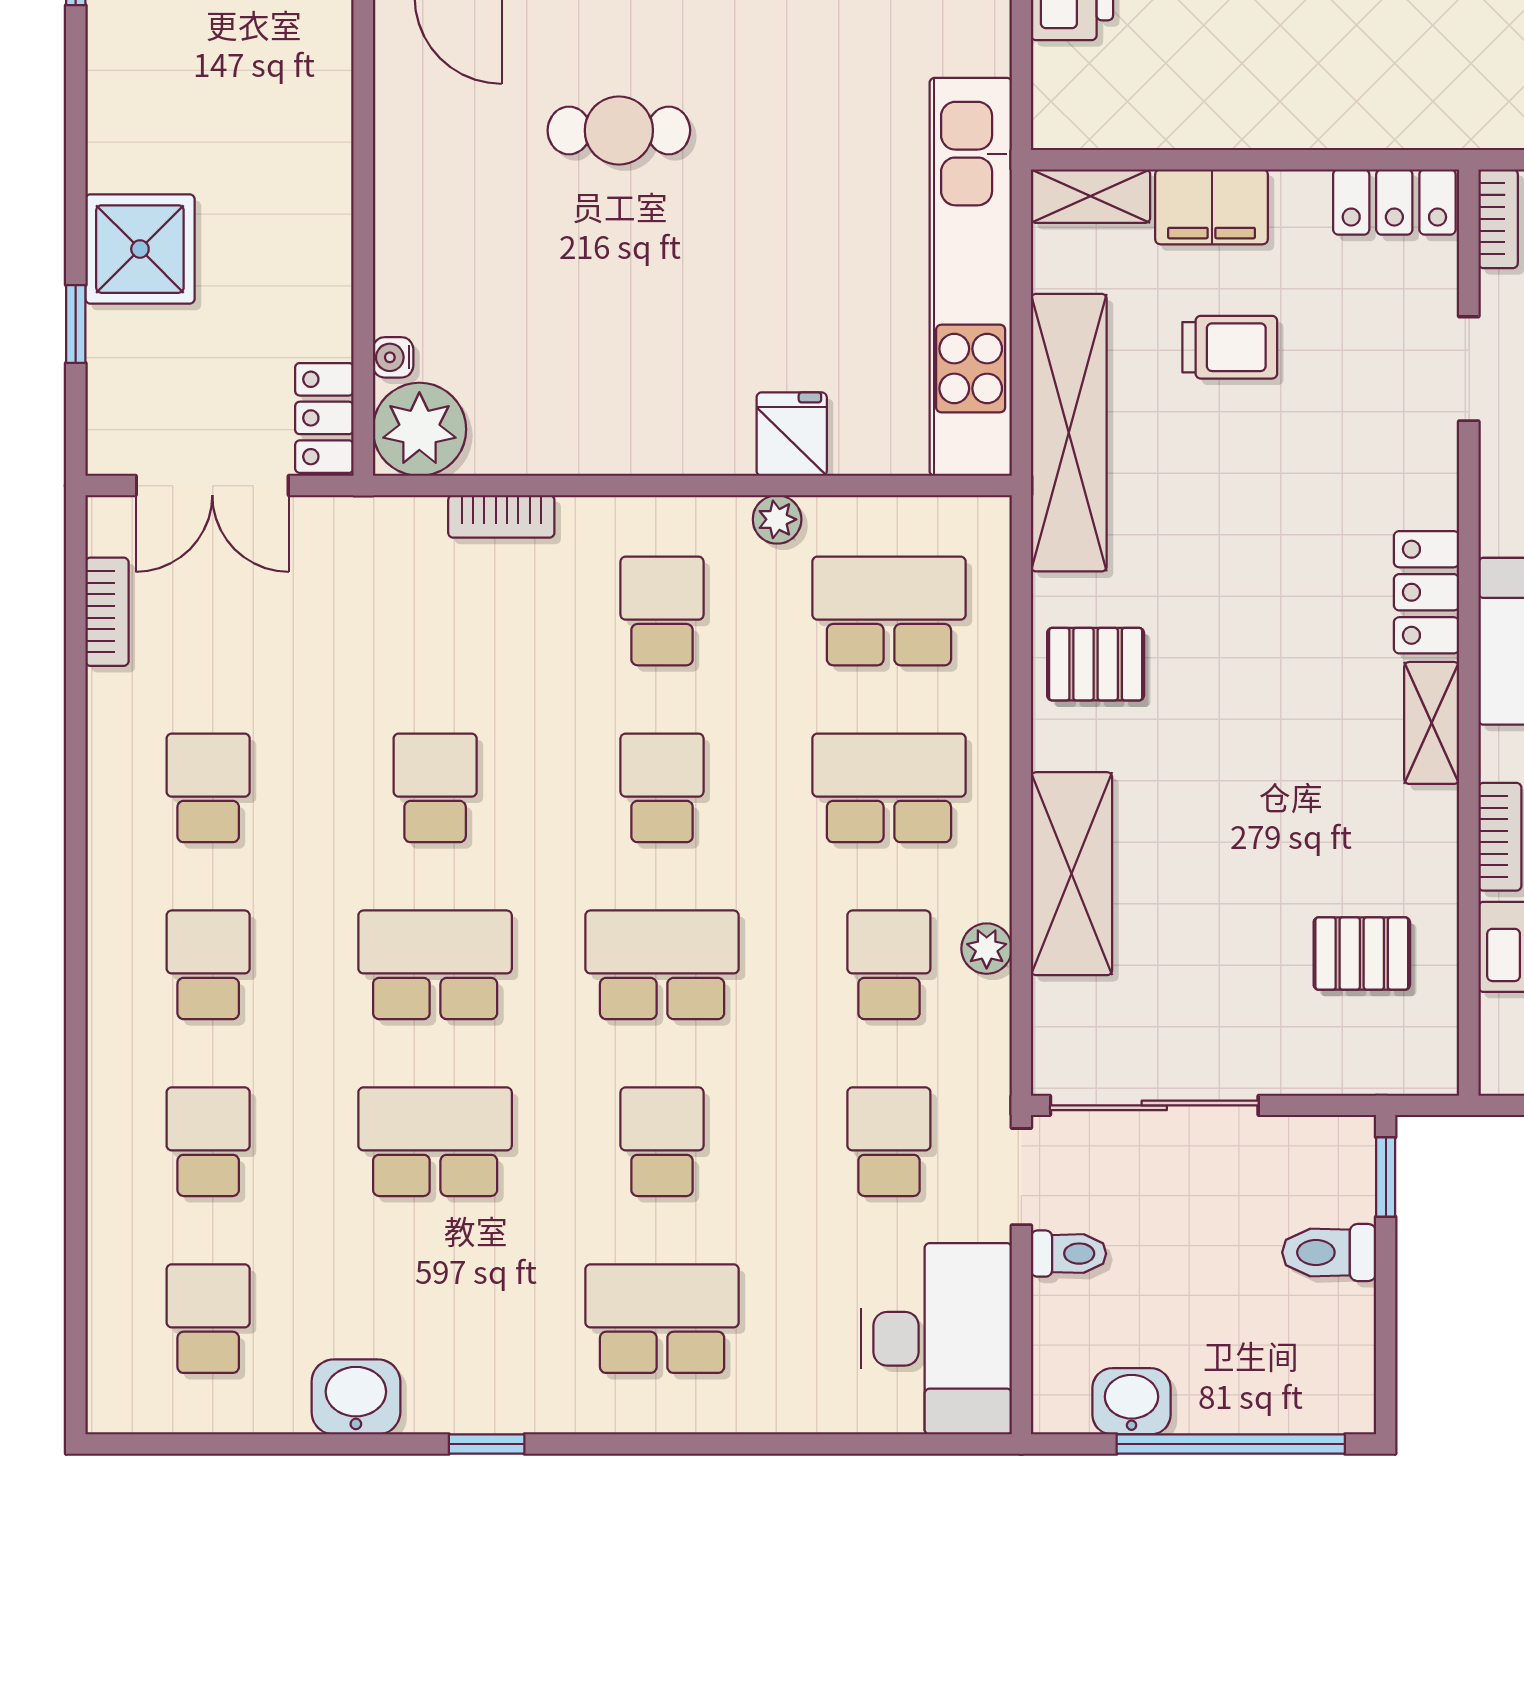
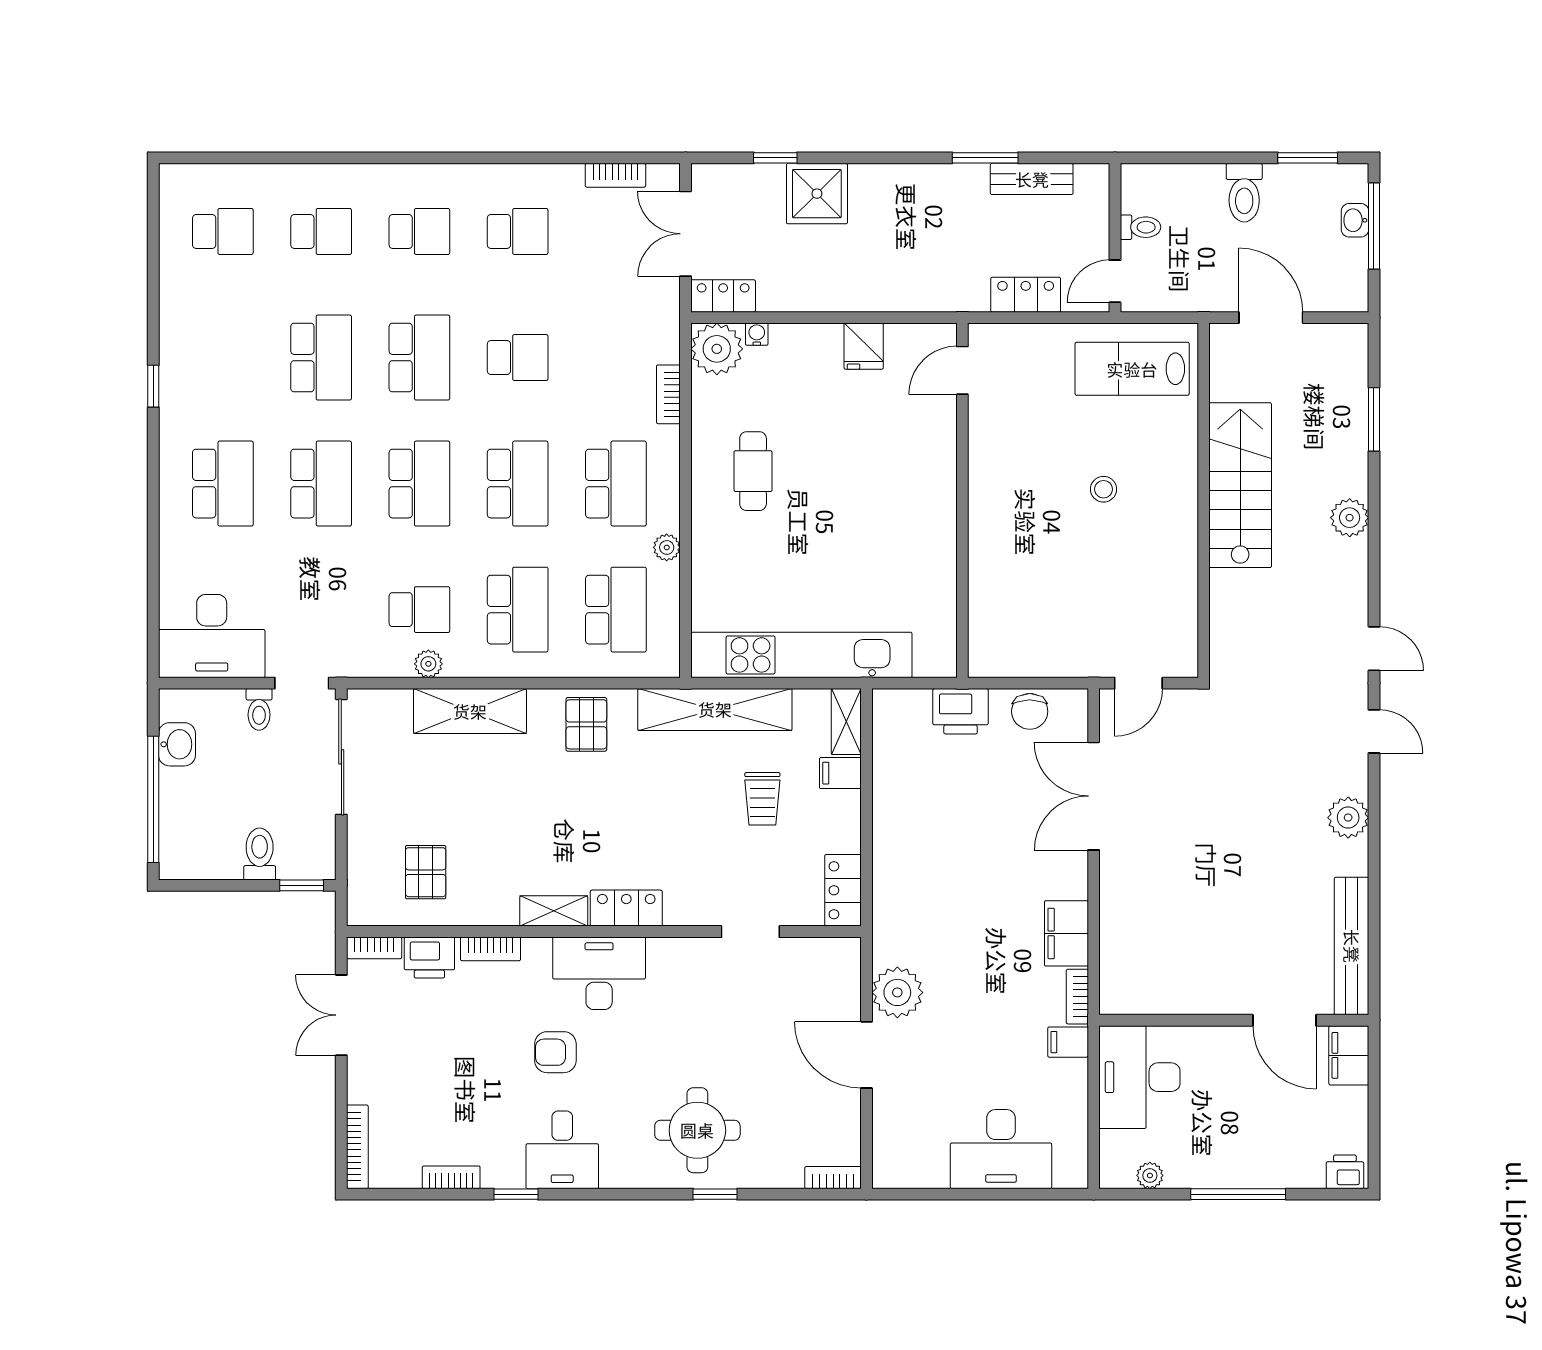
cafe table: (619, 130) -> (753, 471), moved
filing cabinet: (1212, 207) -> (840, 773), width x0.50
bookcase: (1498, 219) -> (374, 948), moved
fridge: (792, 434) -> (864, 346), moved, turned 90
school desk: (662, 611) -> (616, 484), width x1.85
school desk: (662, 788) -> (518, 484), width x1.85
school desk: (662, 1142) -> (321, 484), width x1.85
school desk: (889, 1142) -> (321, 610), removed
washbasin: (356, 1397) -> (179, 314), removed

